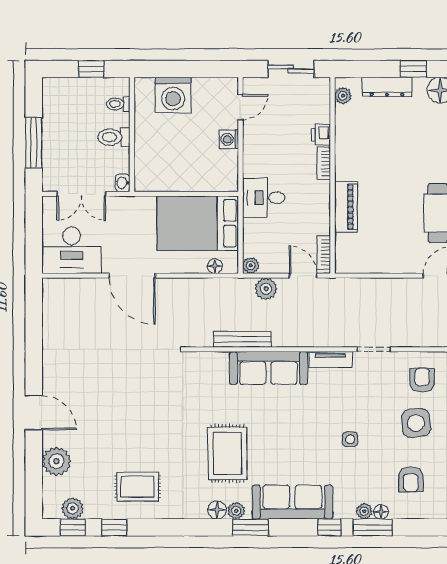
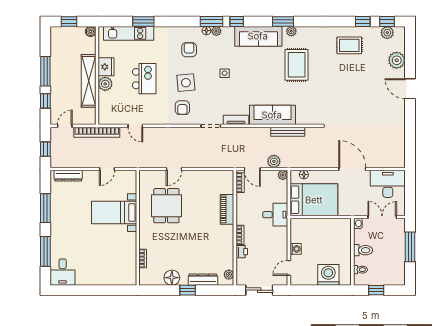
floor lamp: (217, 510) -> (303, 32), removed

